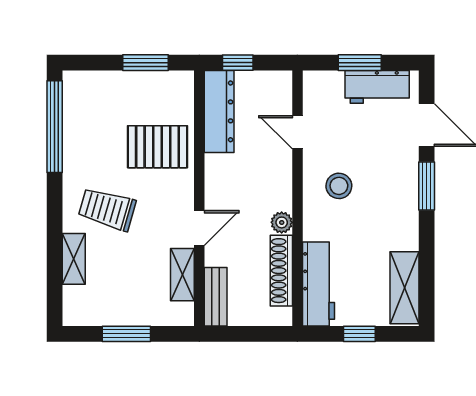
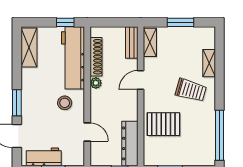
shelving: (182, 275) -> (150, 42), moved
workbench: (318, 284) -> (73, 58), width x1.36, depth x1.32
window: (359, 334) -> (65, 22), moved

